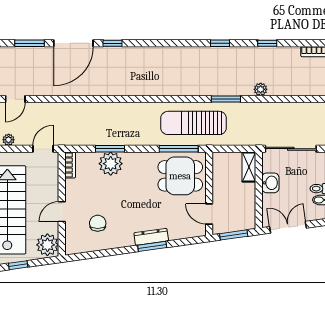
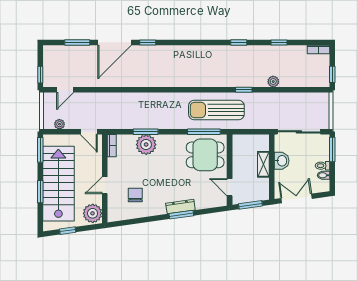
window: (226, 99) -> (244, 90), width x0.67
door: (43, 149) -> (89, 132), swing flipped
shelving: (249, 167) -> (263, 164), moved

